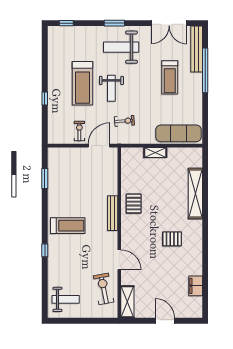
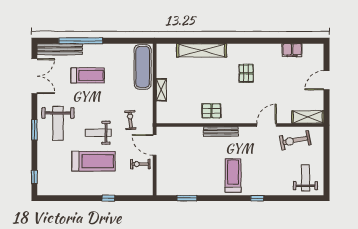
weight bench: (111, 88) -> (98, 133), turned 180

